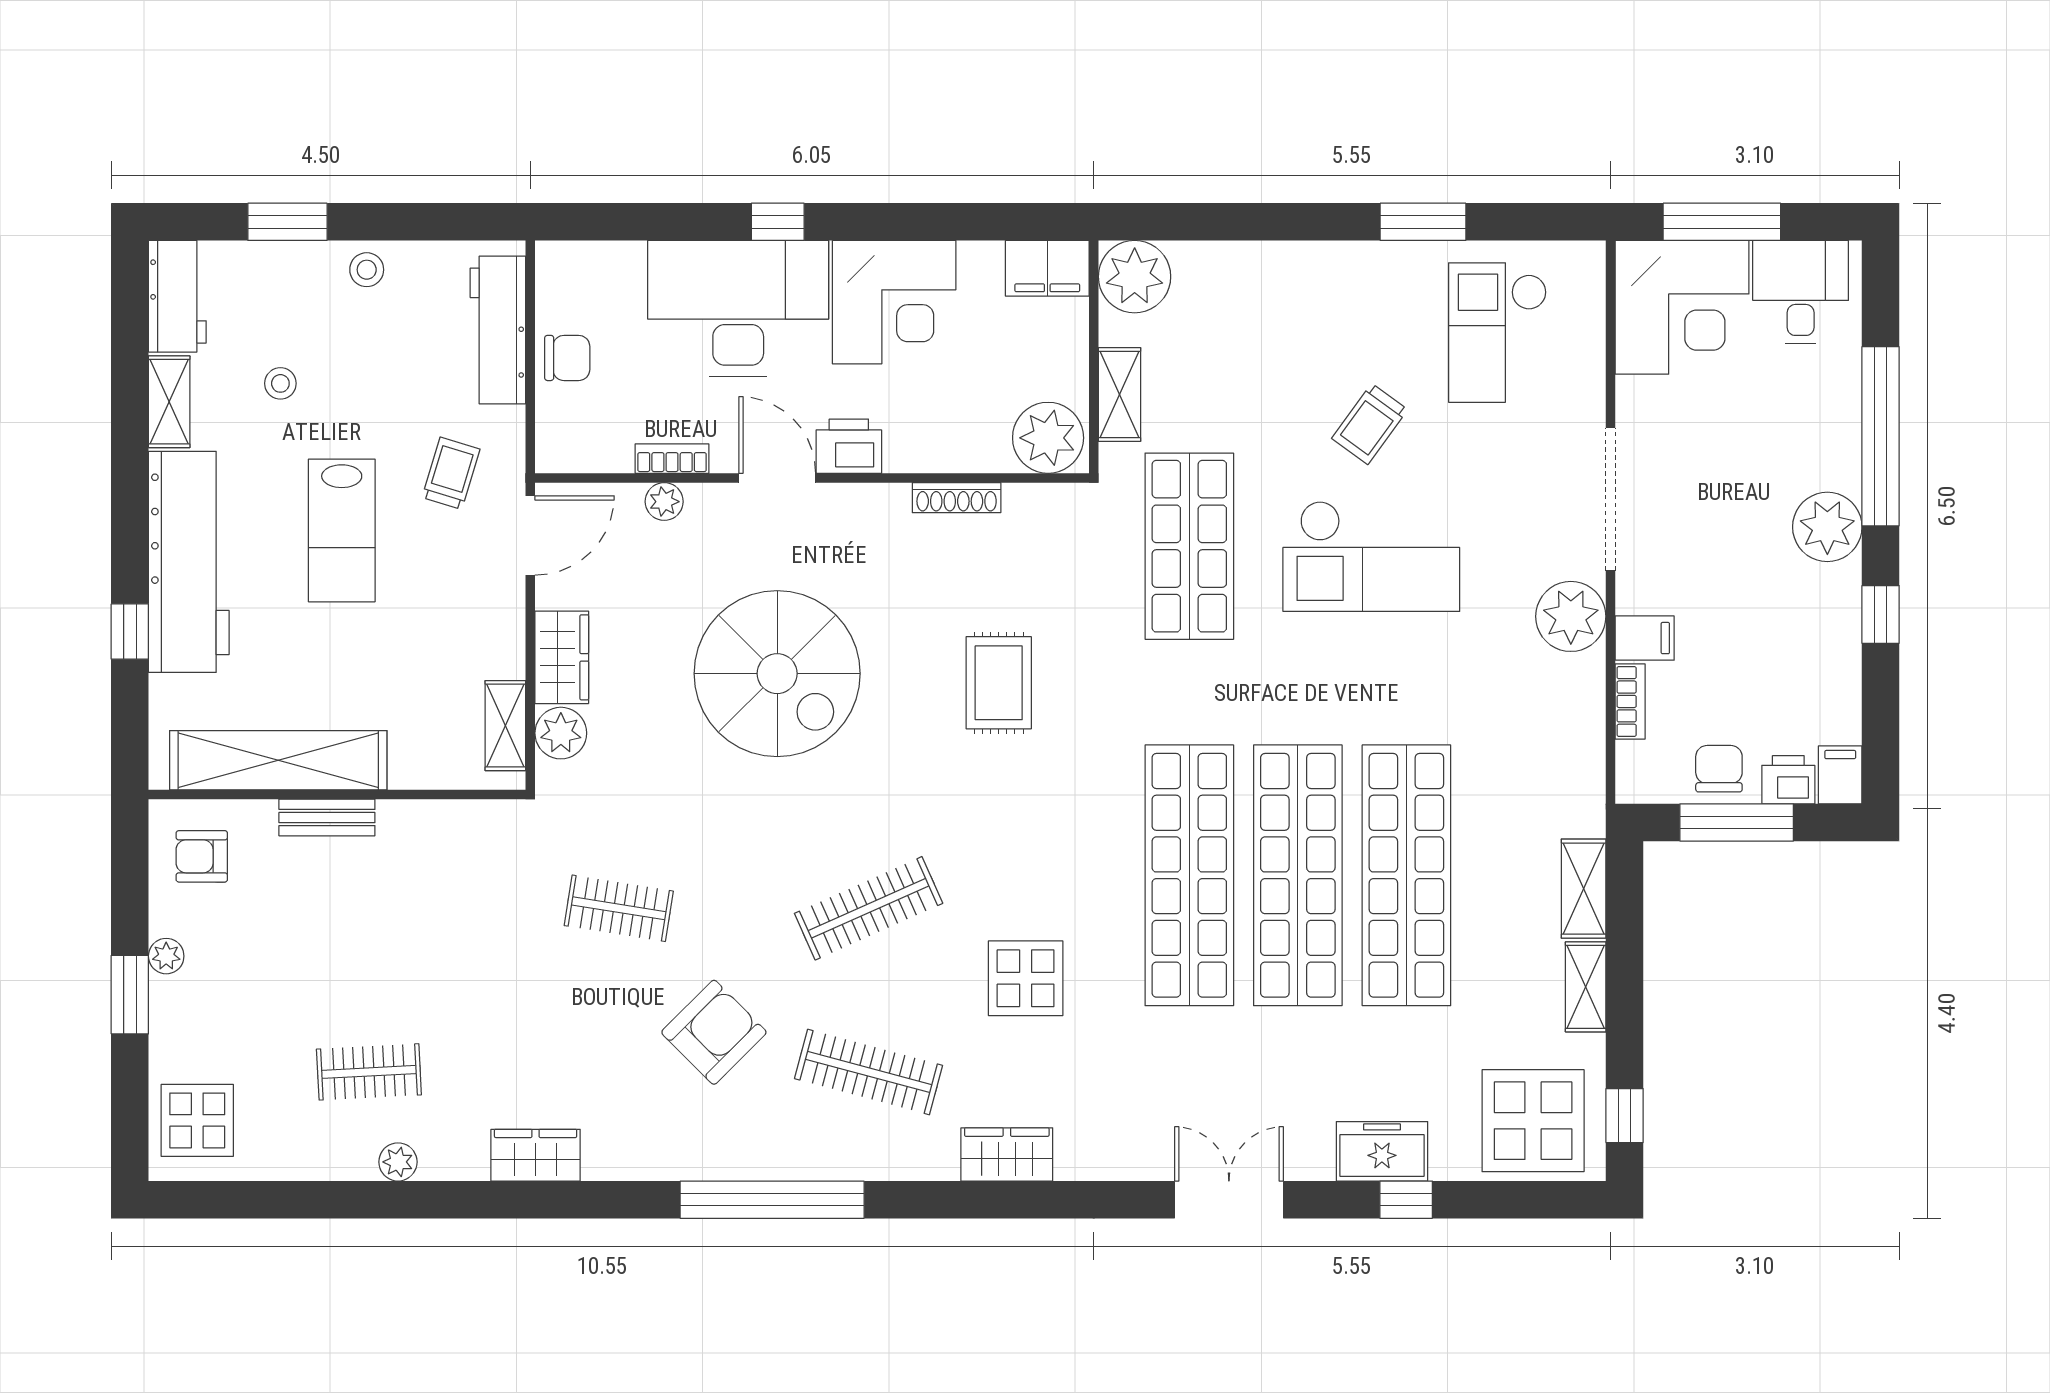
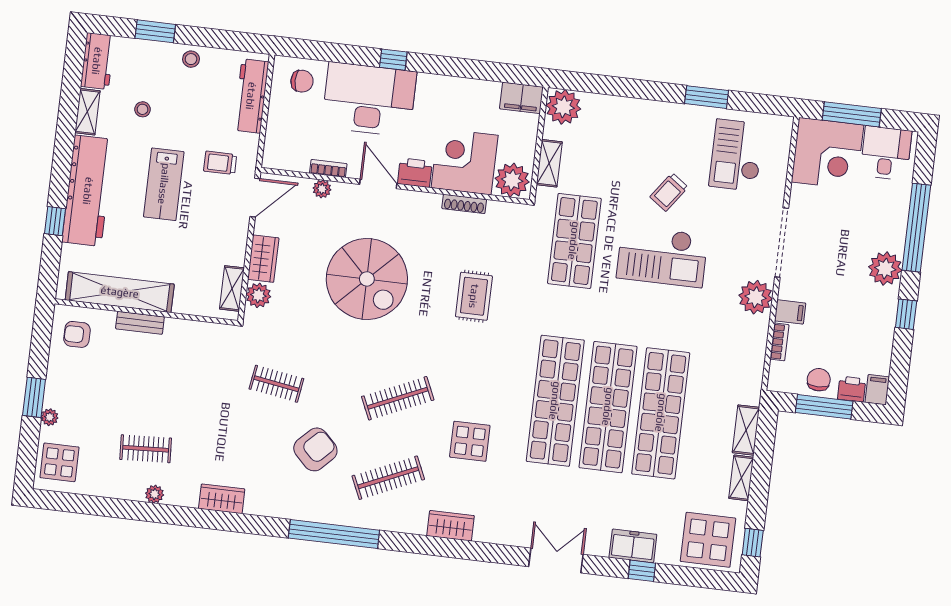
corner desk: (894, 302) -> (465, 162), moved, turned 180
chair: (567, 358) -> (302, 81), moved
trolley: (451, 473) -> (220, 163), turned -107
plant: (166, 956) -> (50, 417), moved
clothes rail: (869, 1072) -> (388, 478), turned -39

